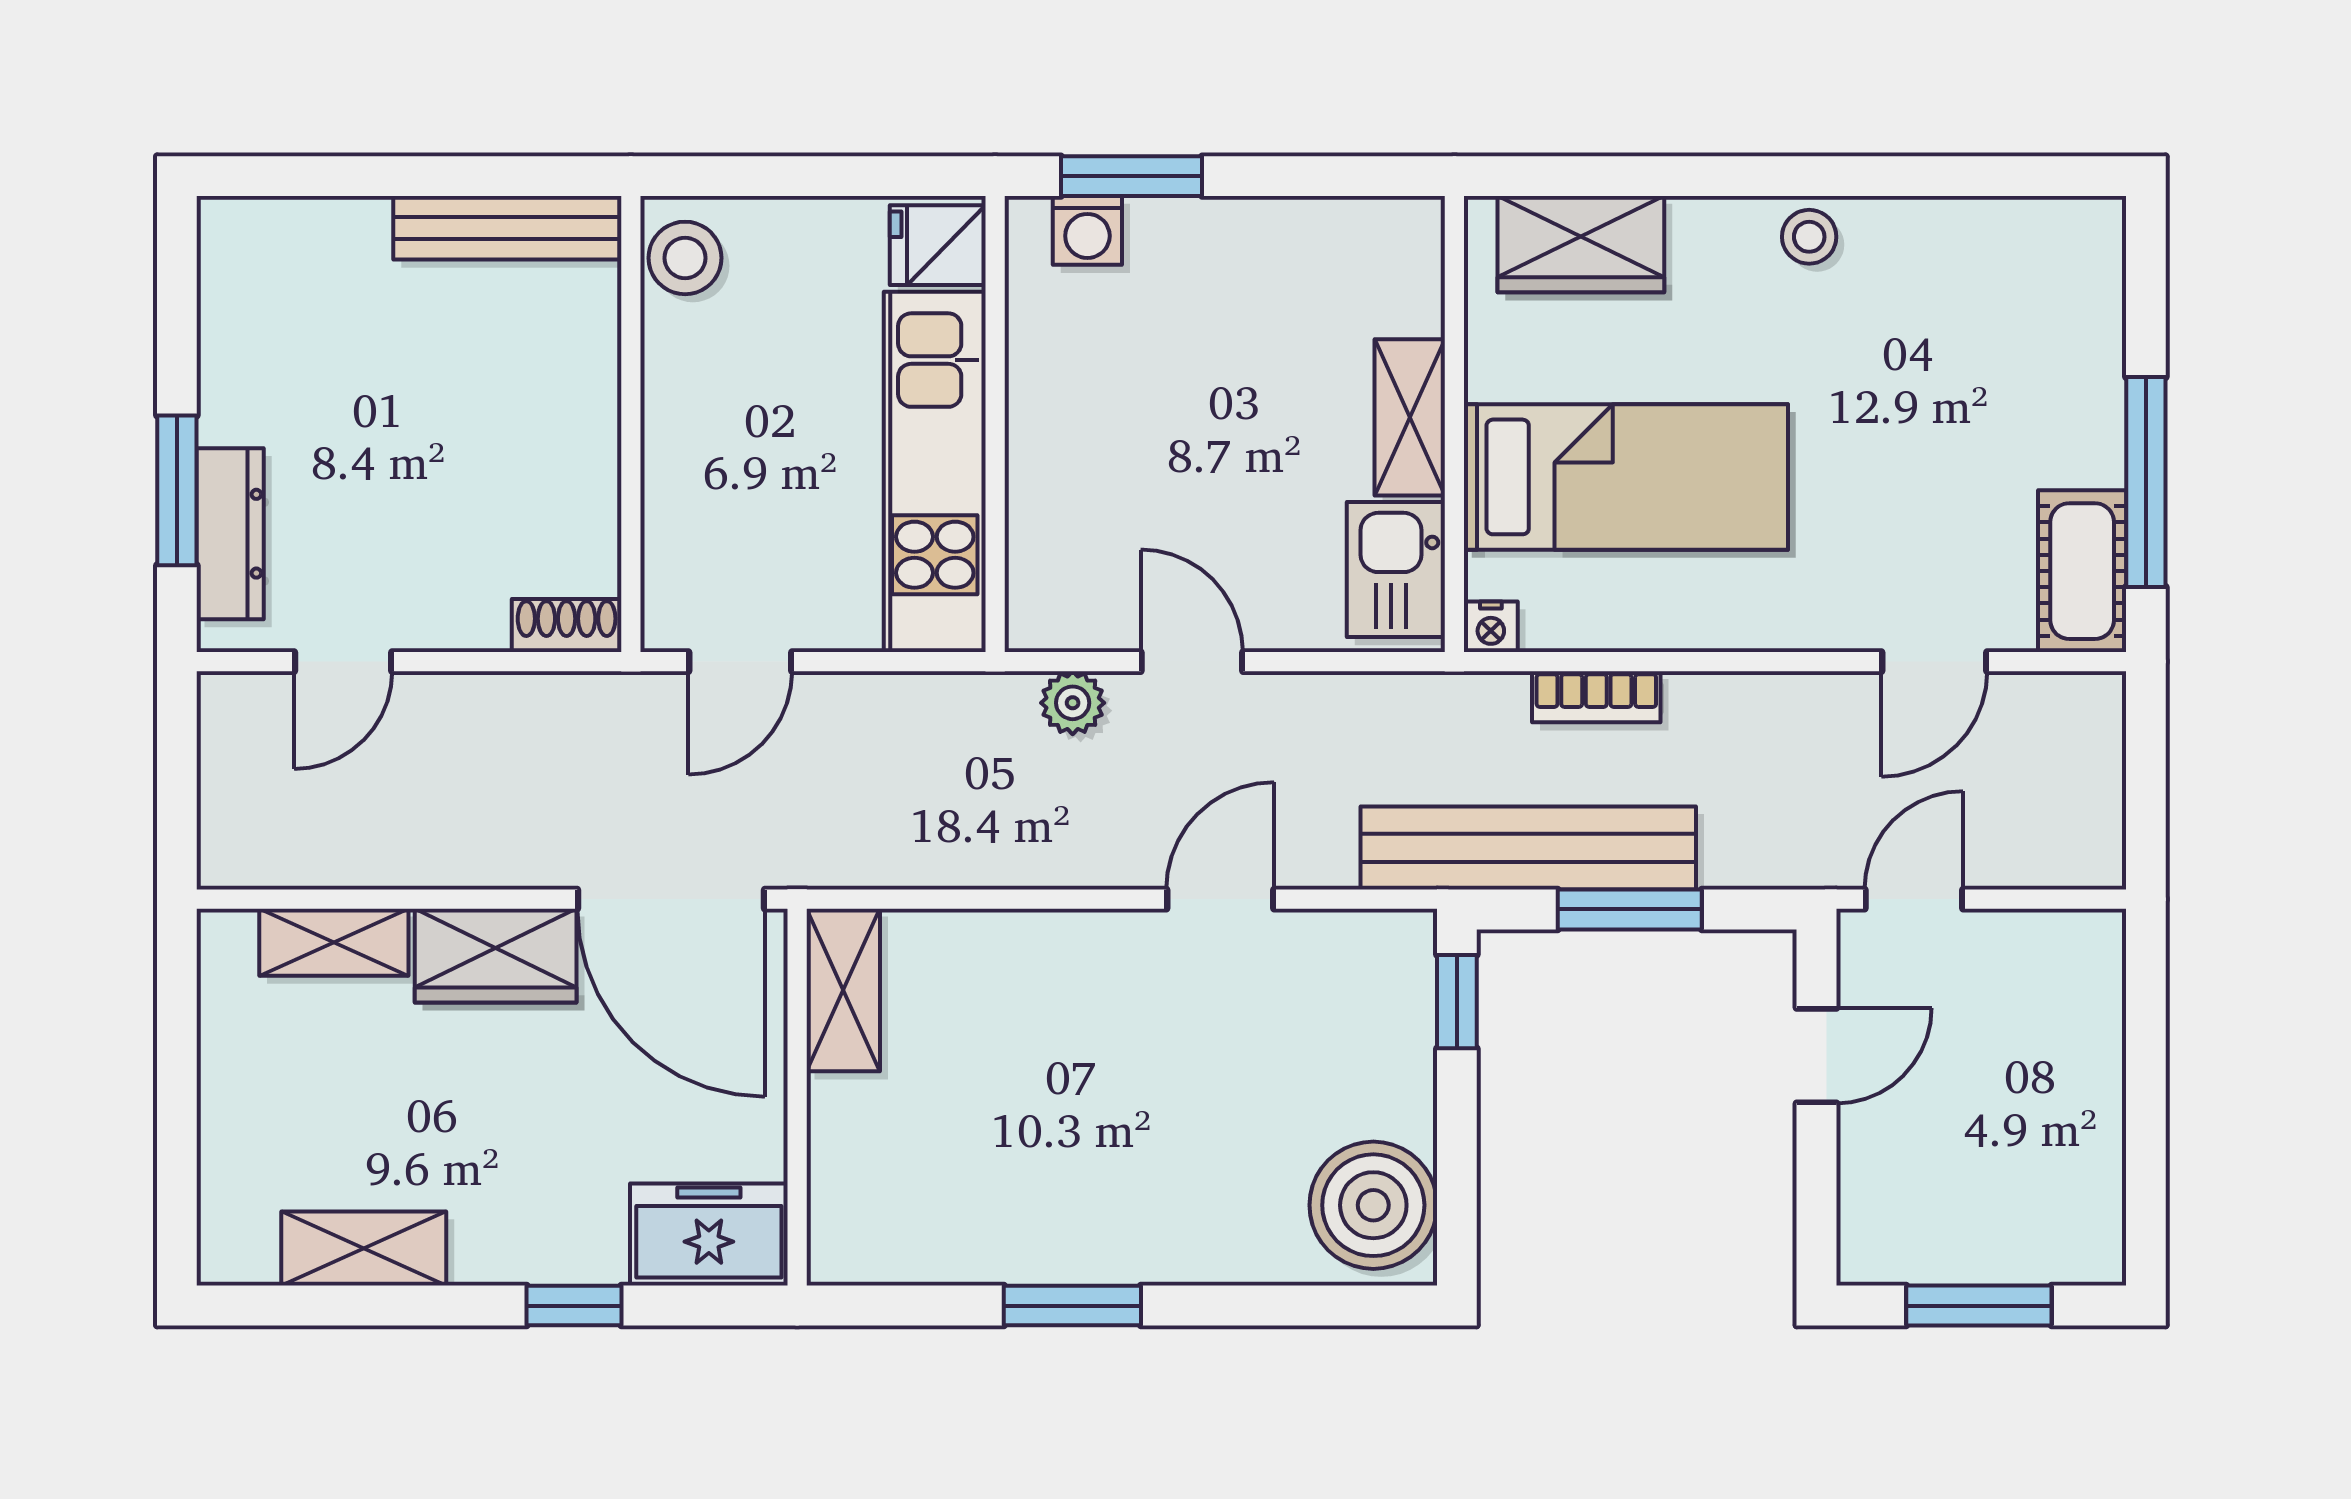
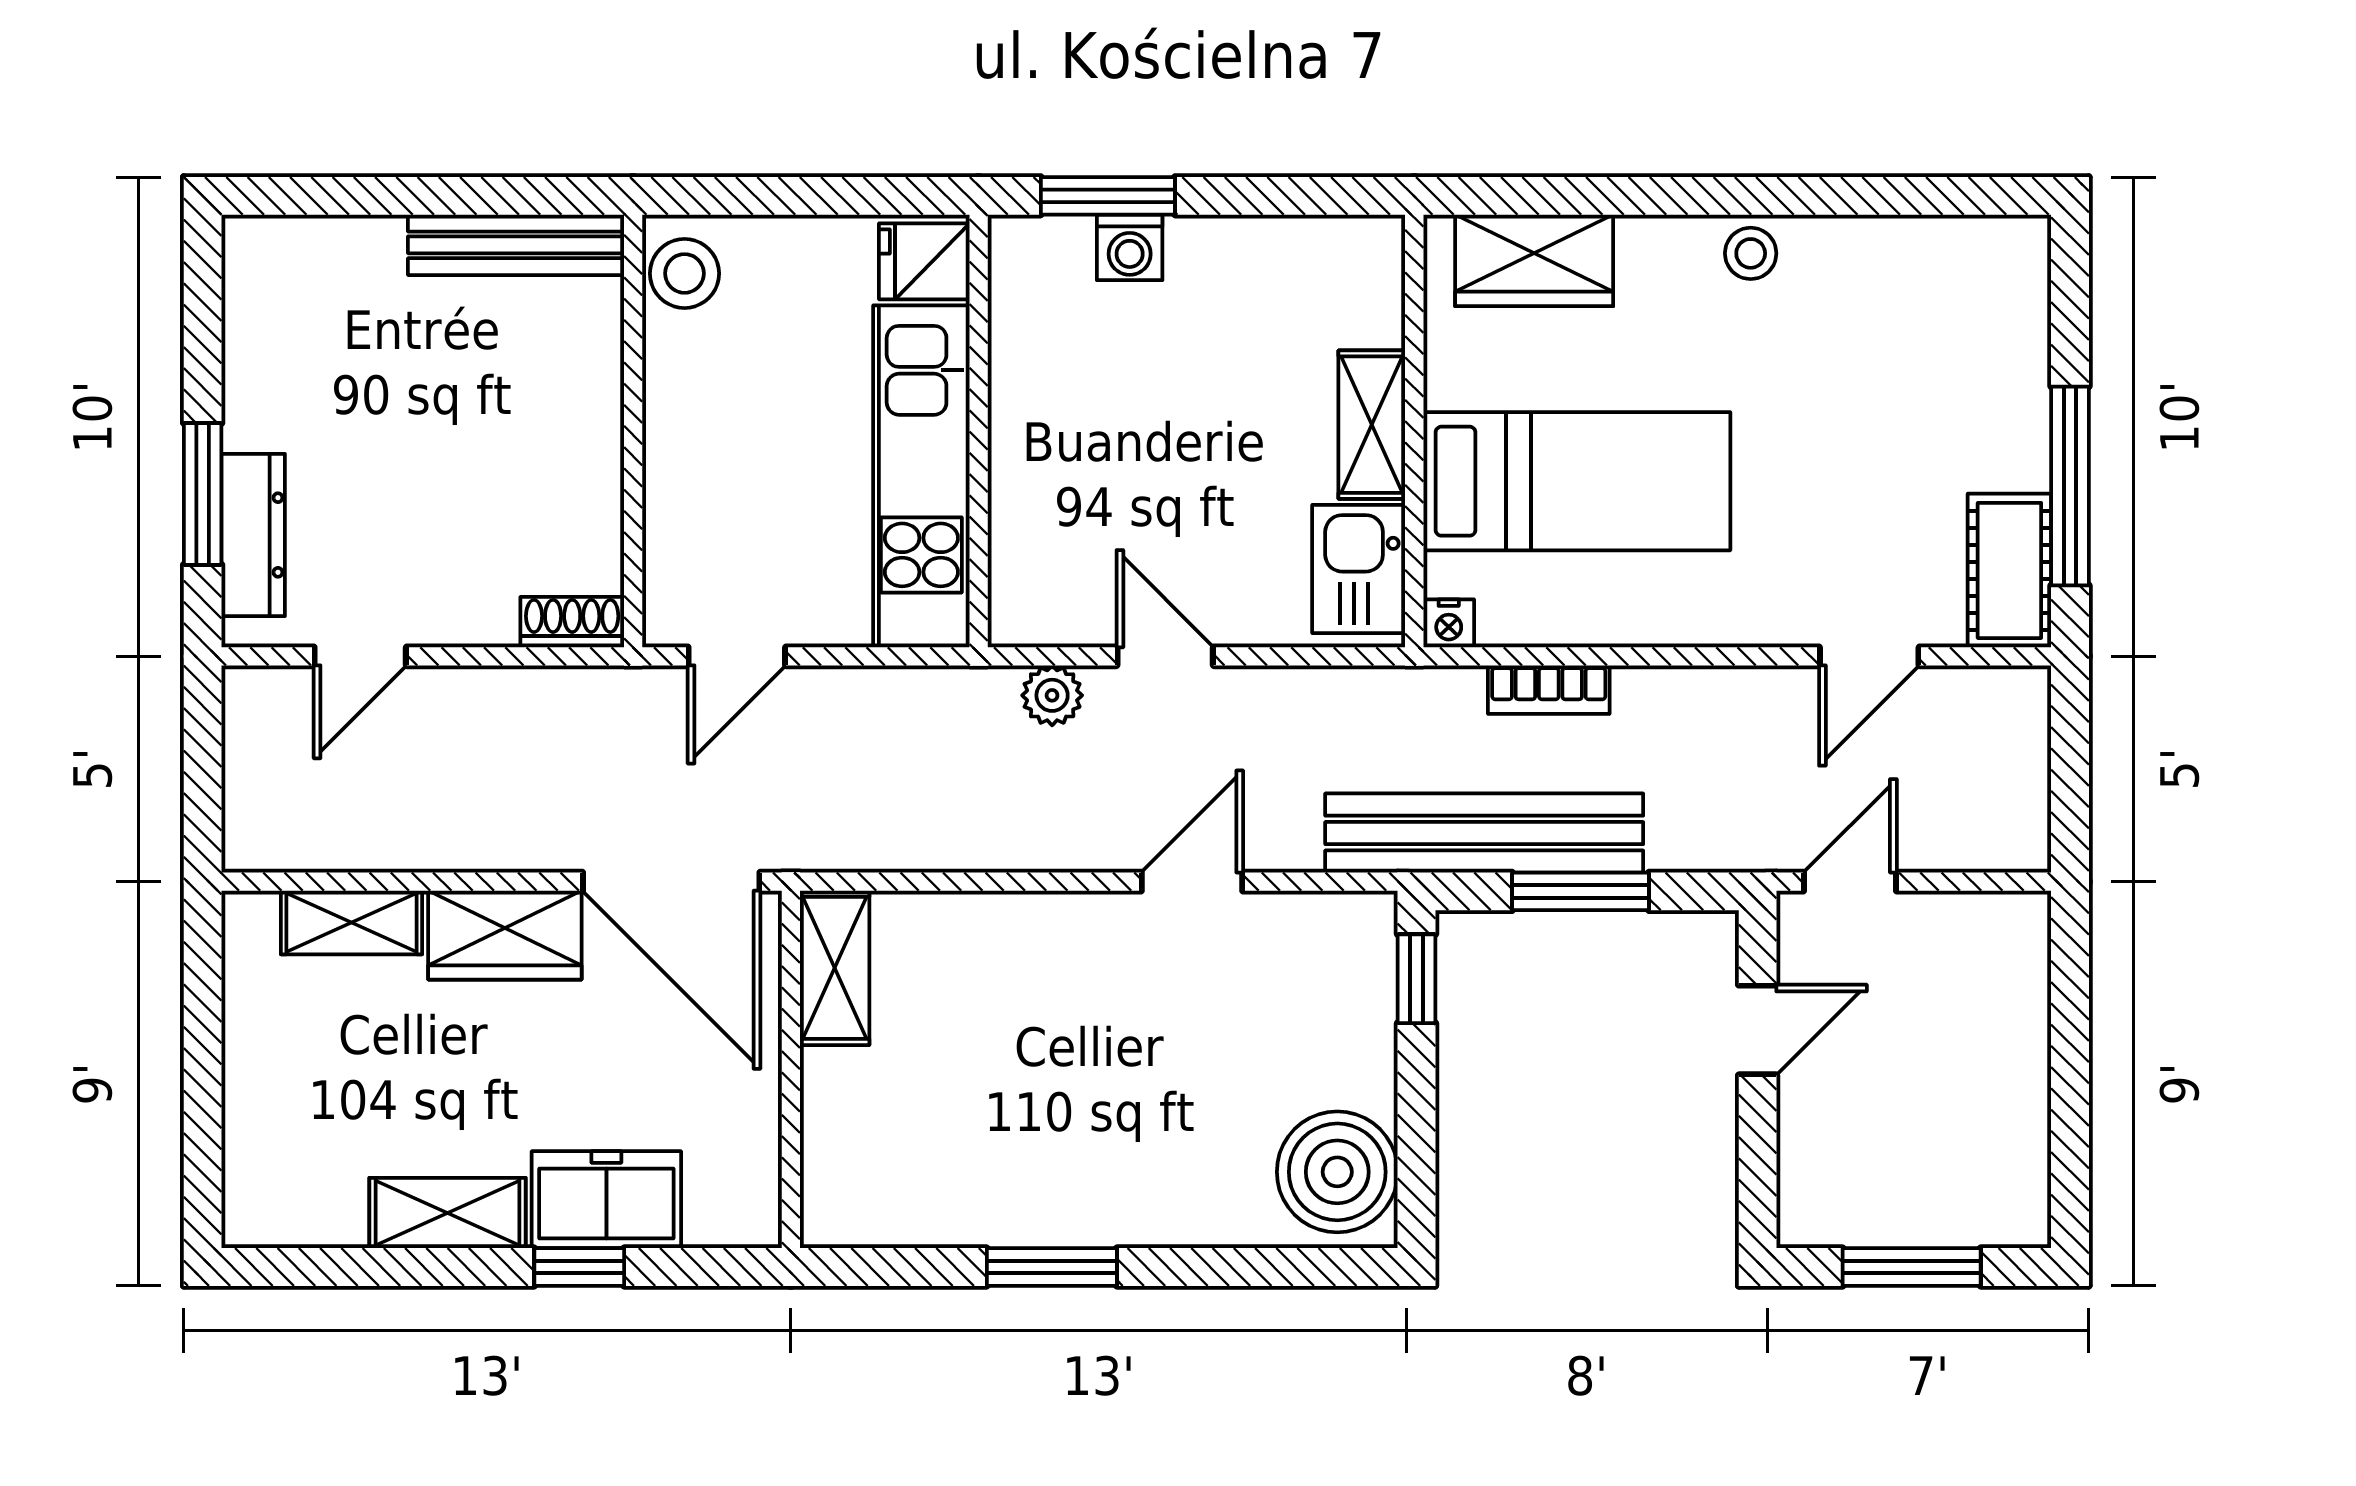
washing machine: (1087, 230) -> (1130, 247), moved
freezer: (709, 1235) -> (606, 1200), moved
shelving: (364, 1249) -> (447, 1213), moved

